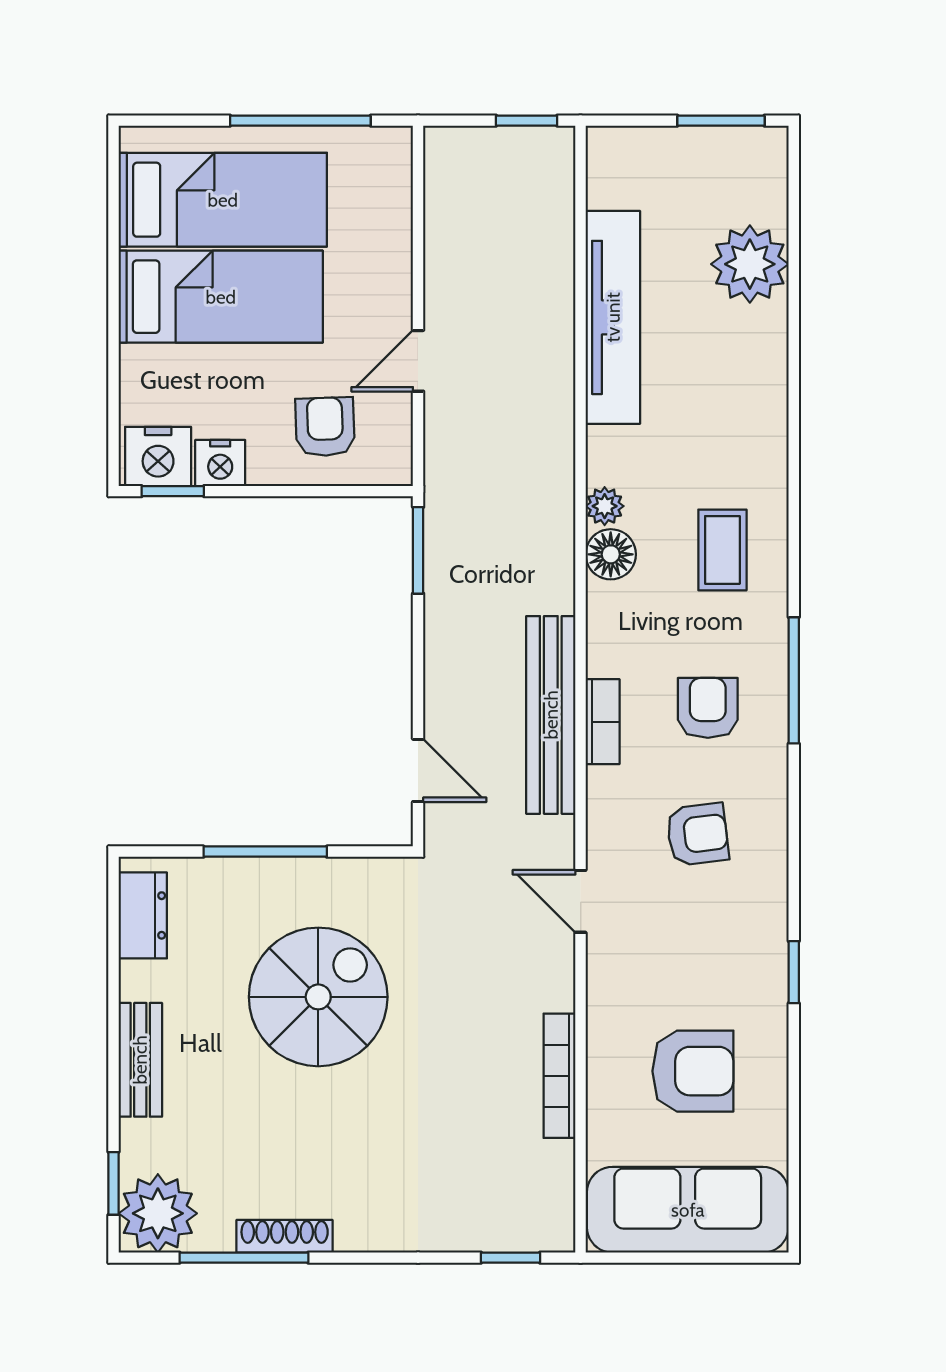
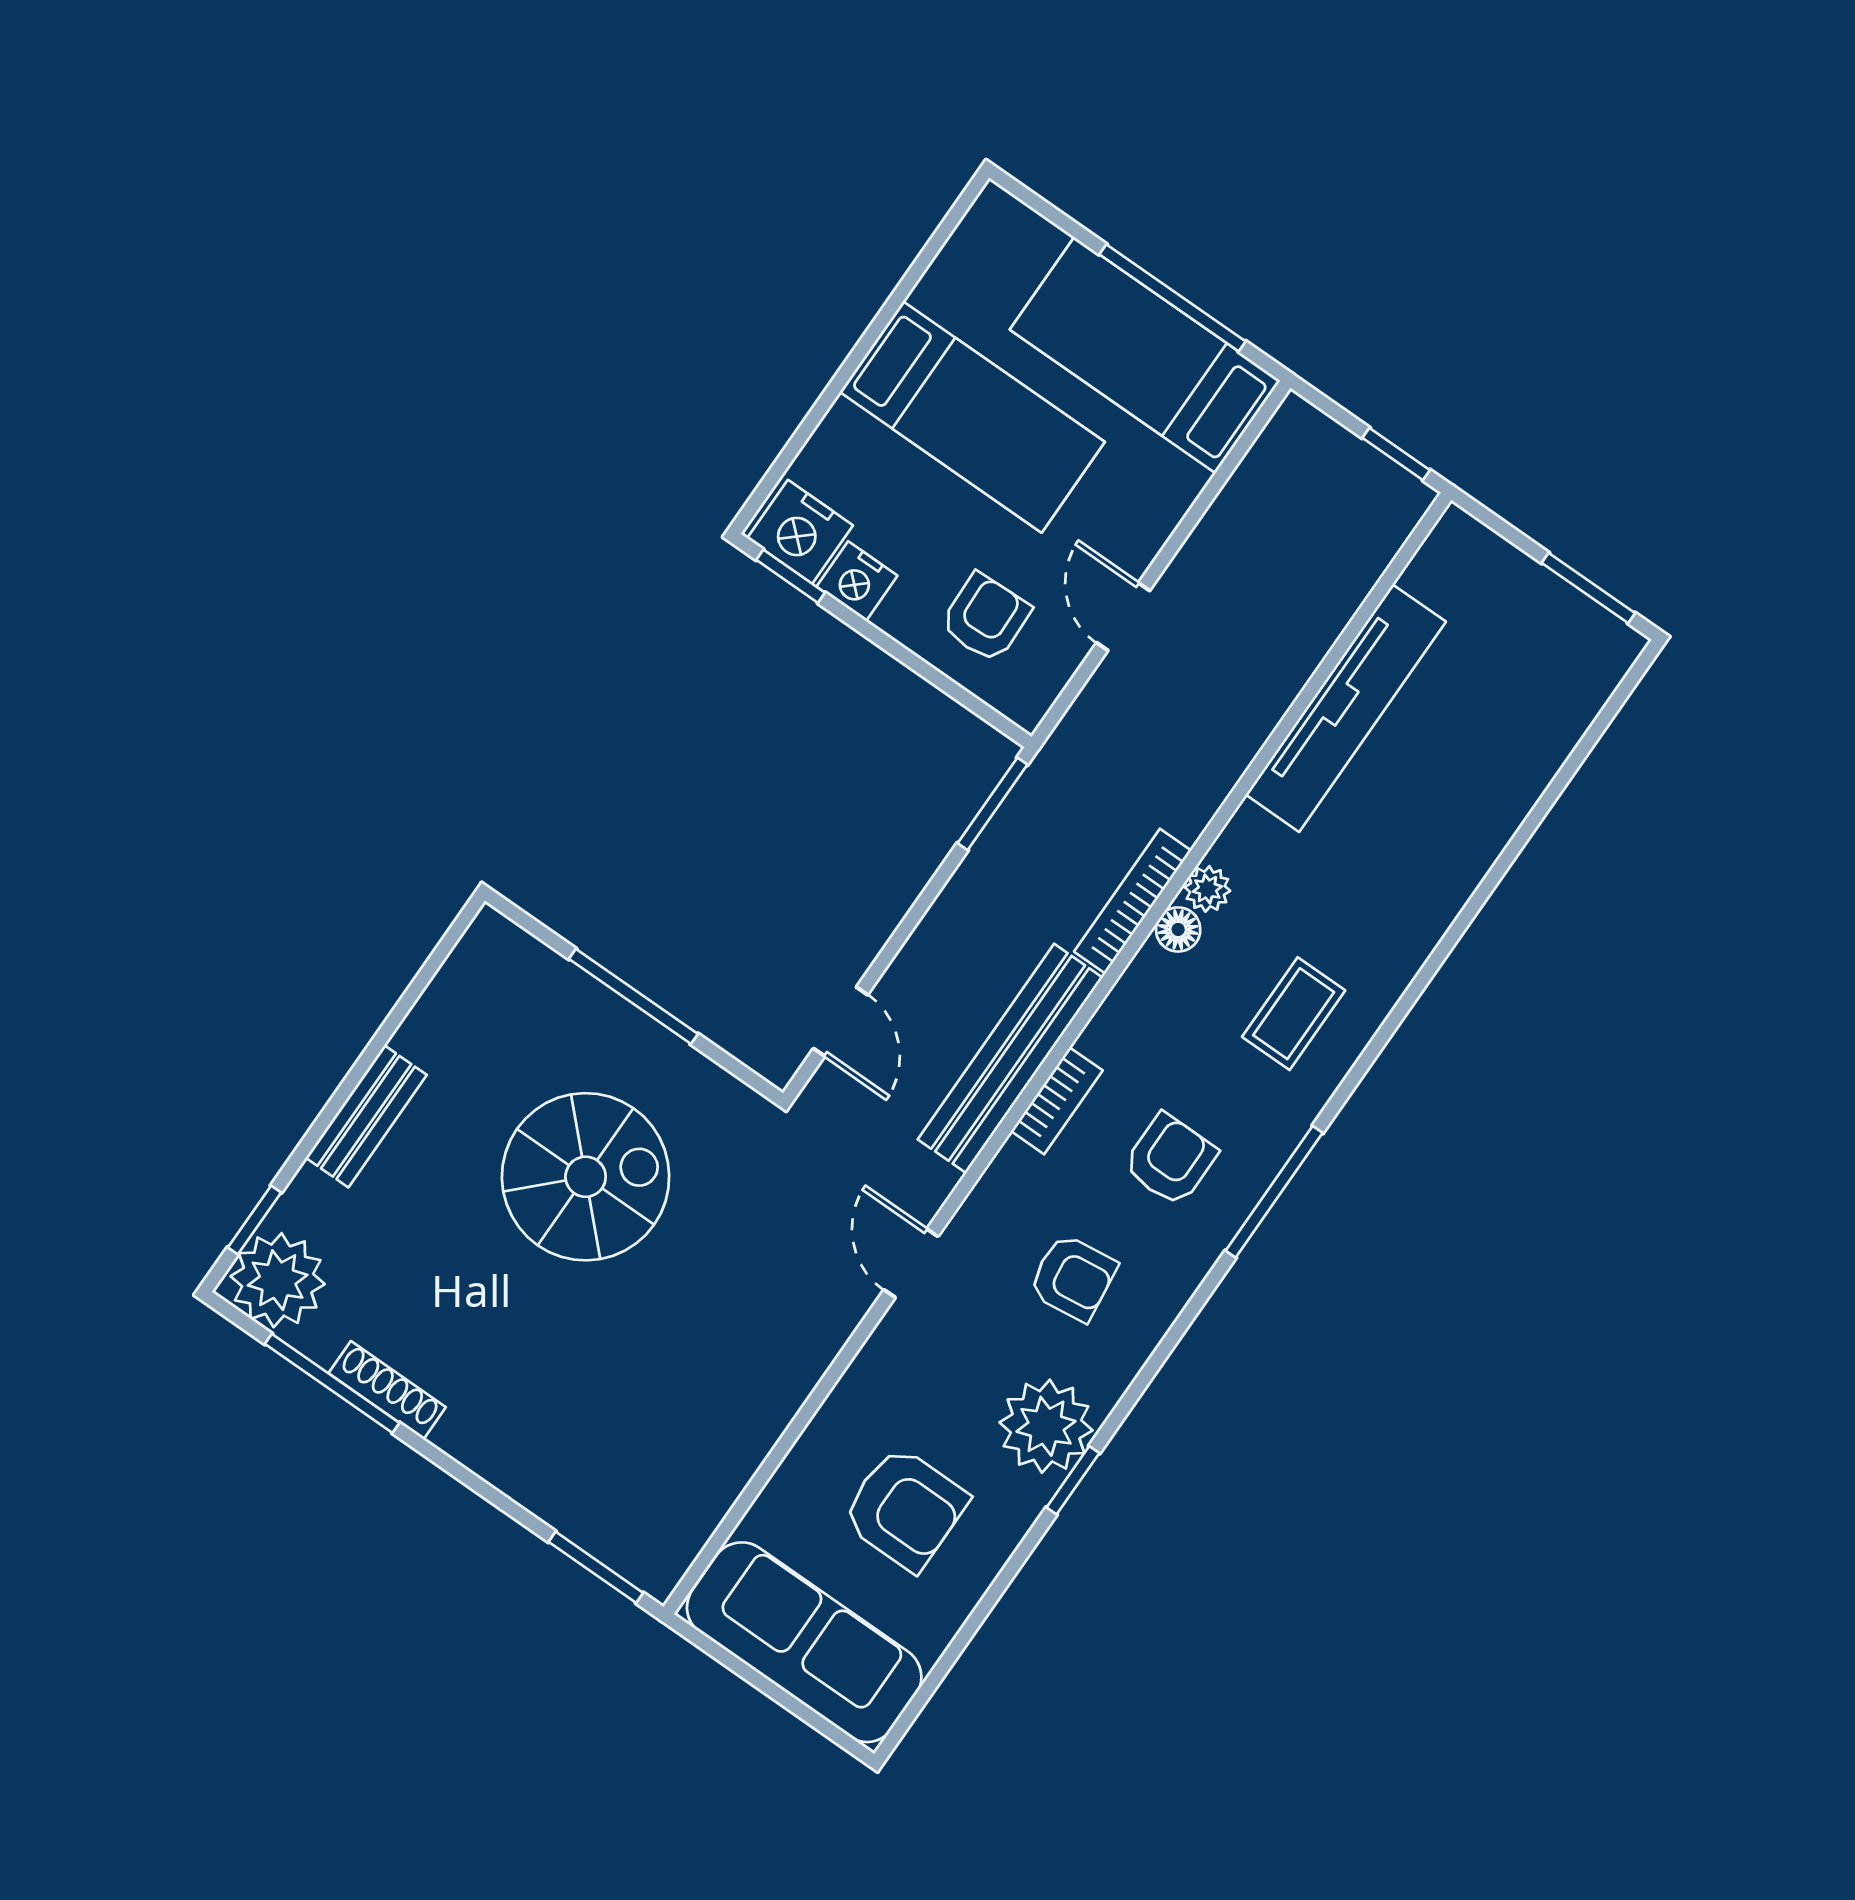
bed: (223, 200) -> (1145, 355), moved, turned 180
plant: (750, 264) -> (1046, 1426), moved
door: (418, 361) -> (1123, 617), hinge flipped
floor lamp: (611, 554) -> (1178, 929), width x0.73, depth x0.73
dresser: (143, 915) -> (468, 975), removed
bookcase: (560, 1076) -> (1133, 901), moved
window: (511, 1258) -> (596, 1567), width x1.50

